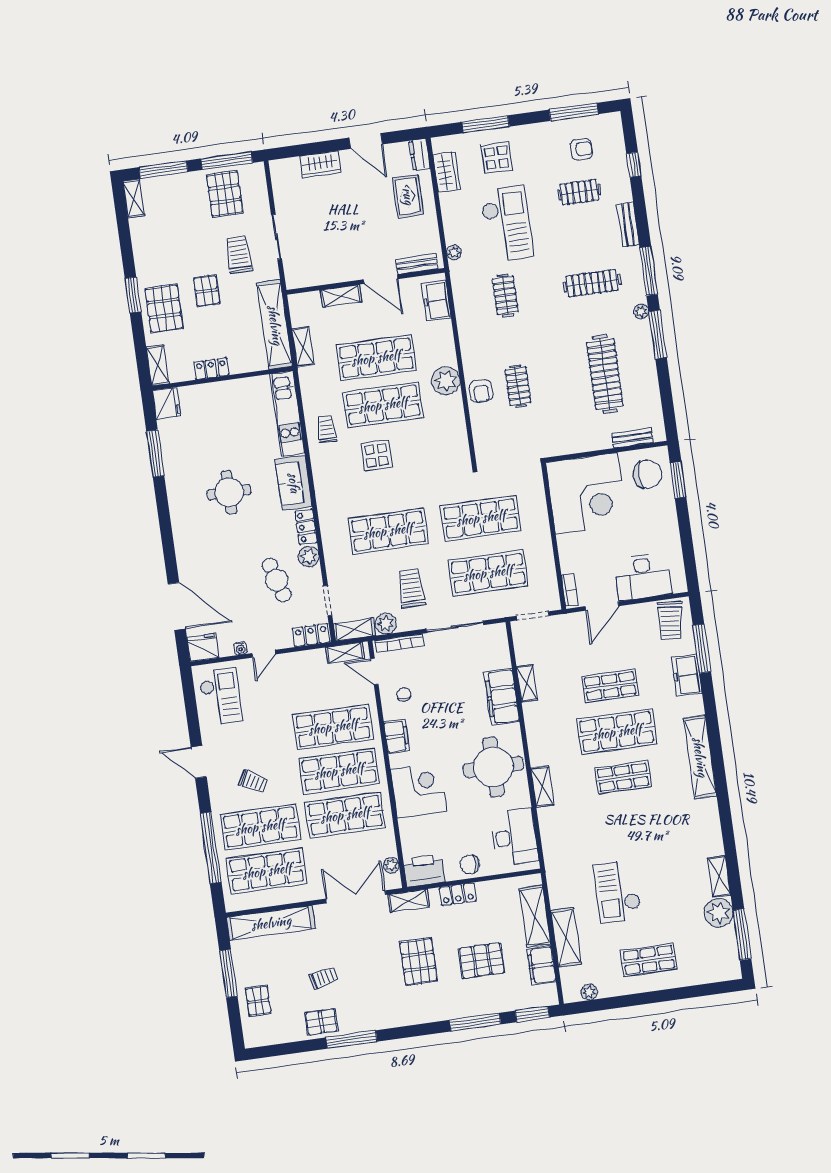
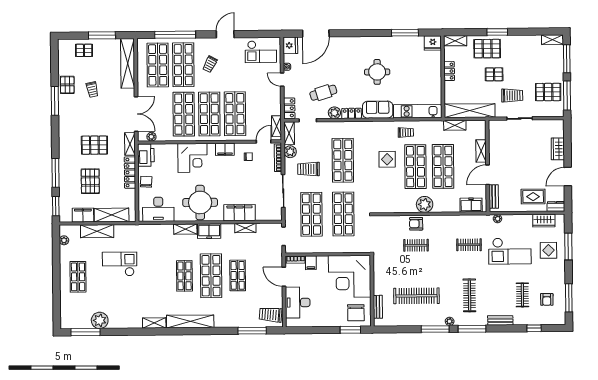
filing cabinet: (572, 563) -> (311, 263), added
trolley: (411, 588) -> (309, 169), turned 180
freezer: (687, 675) -> (209, 231), moved, turned 180
shelving: (719, 876) -> (154, 323), moved
locker: (458, 894) -> (130, 173), width x1.53

